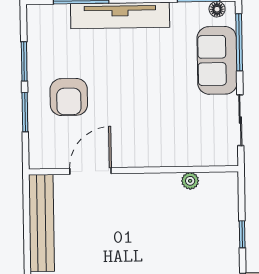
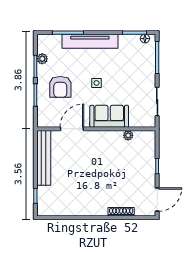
plant: (36, 48) -> (42, 59), added
sofa: (217, 60) -> (109, 116), moved, turned 90
side table: (133, 89) -> (96, 83), added

